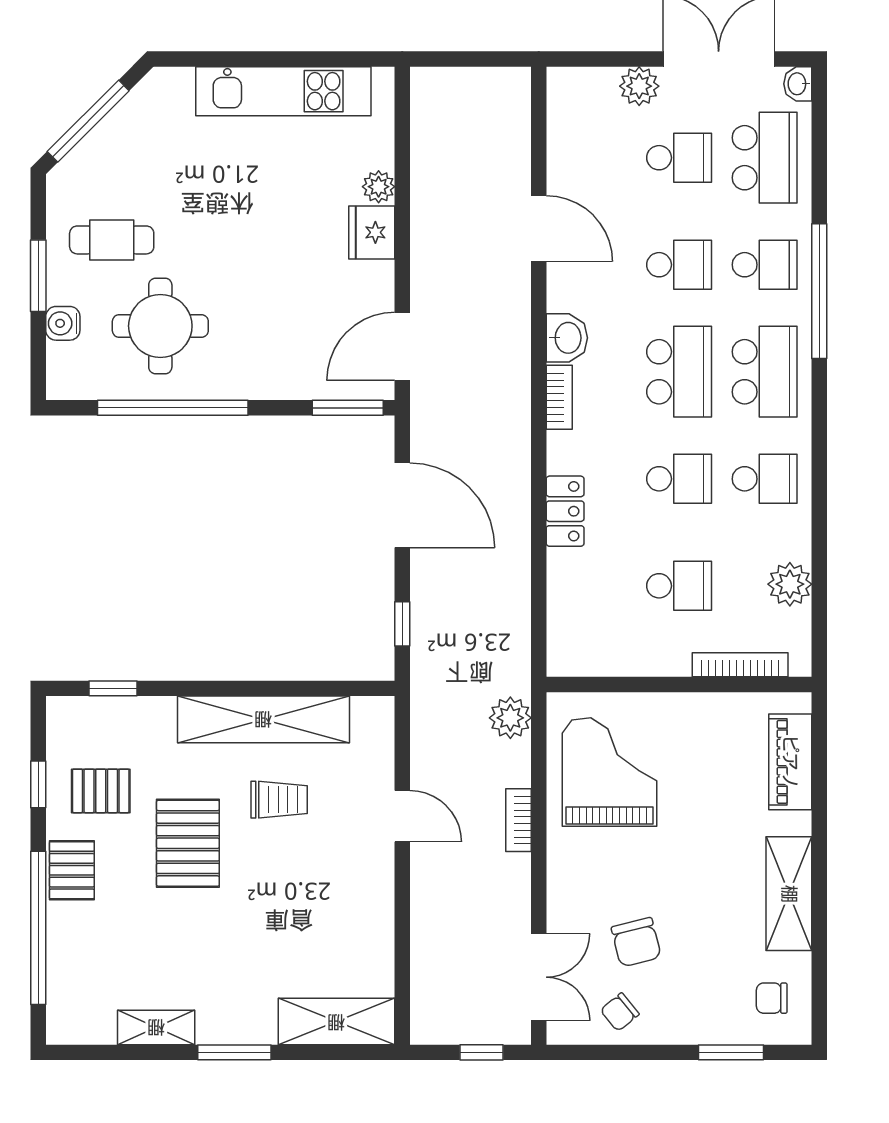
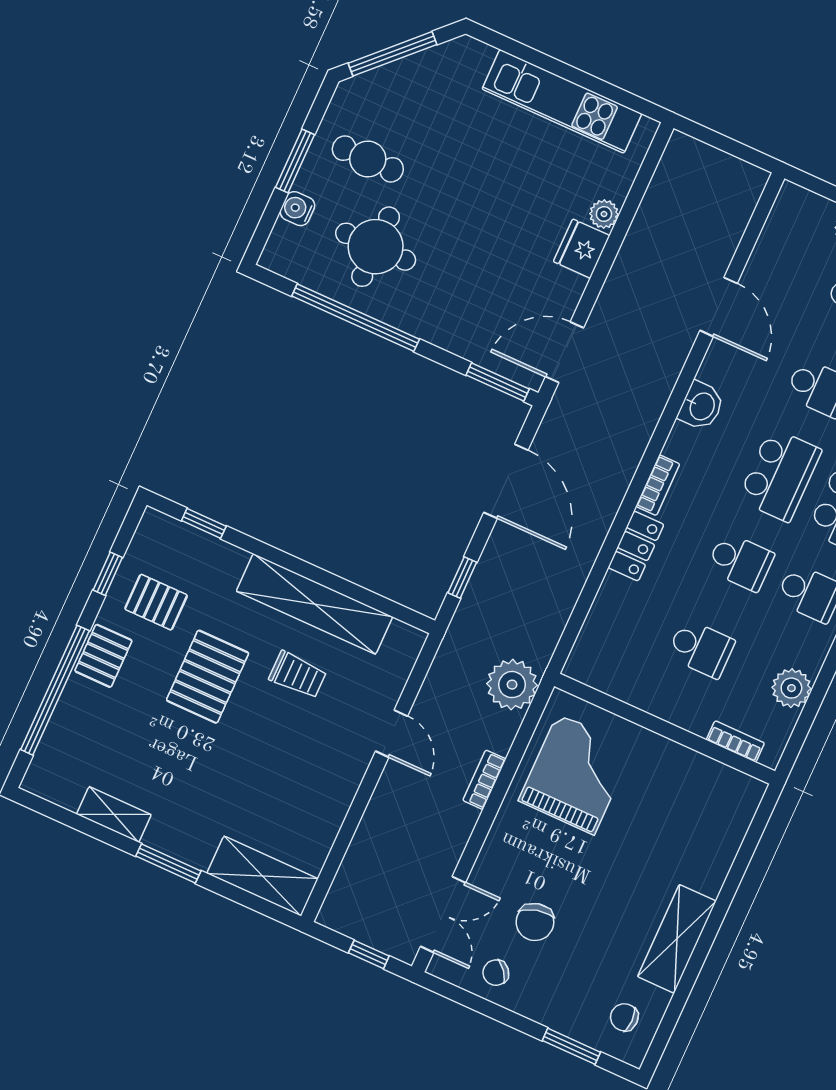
bookcase: (559, 397) -> (658, 485), moved
bookcase: (740, 665) -> (735, 741), width x0.64
plant: (510, 718) -> (512, 685), width x1.36, depth x1.36
piano: (790, 762) -> (726, 832), removed

